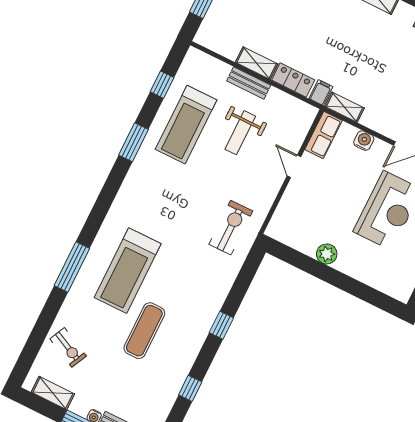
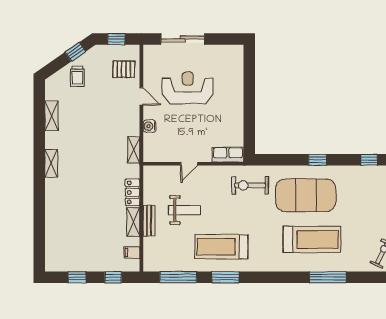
window: (162, 85) -> (178, 277), width x2.17
filing cabinet: (321, 93) -> (132, 253), moved
treadmill: (186, 125) -> (221, 247), moved, turned 180
row of seats: (324, 135) -> (228, 155), moved
plant: (327, 254) -> (236, 114), removed
exercise mat: (144, 331) -> (306, 195), moved, width x2.00, depth x1.45

